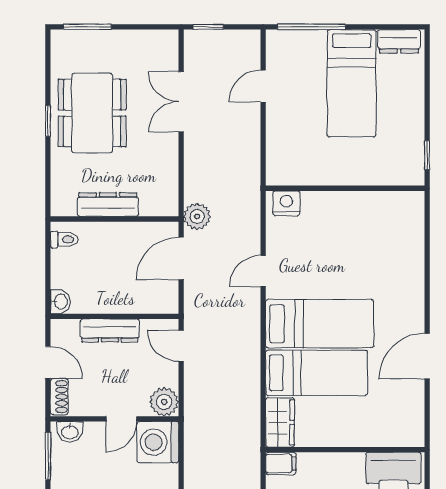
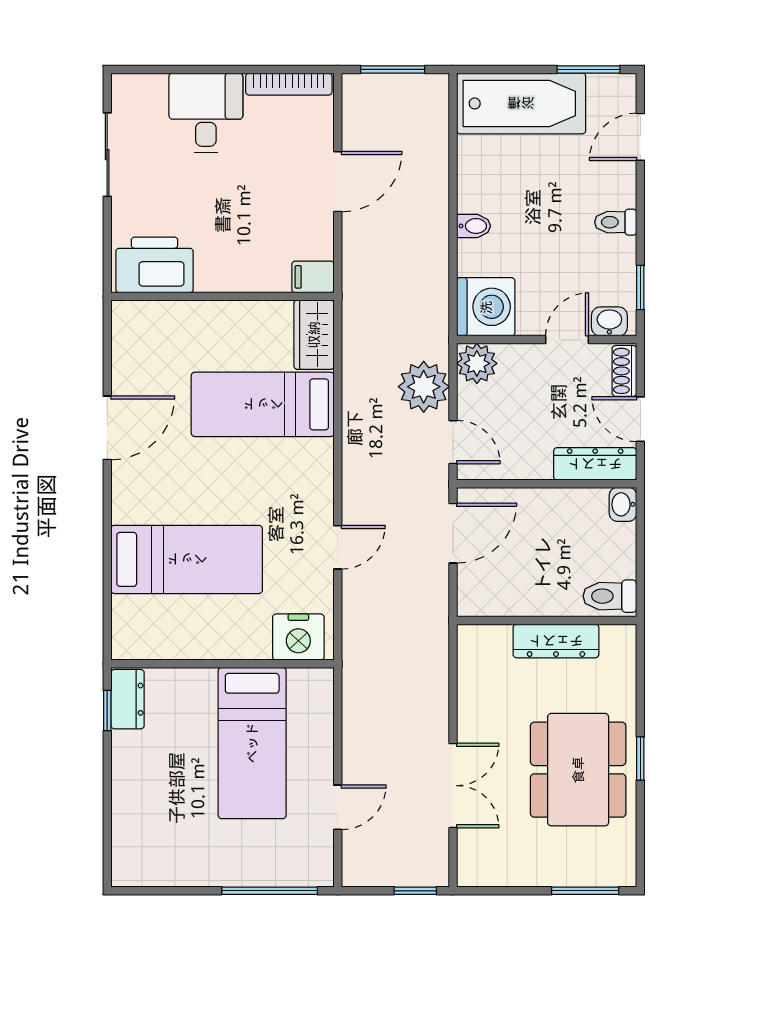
dresser: (399, 41) -> (127, 699), moved, turned 90
bed: (352, 83) -> (252, 743), moved, turned 180
nightstand: (286, 203) -> (298, 637), width x1.36, depth x1.33
plant: (197, 216) -> (424, 387), moved, width x1.36, depth x1.36
toilet: (64, 240) -> (610, 596), width x1.37, depth x1.39
door: (181, 258) -> (453, 533), moved
bed: (320, 324) -> (187, 559), moved, turned 180
dresser: (110, 331) -> (595, 464), moved
door: (121, 419) -> (567, 340), moved
window: (48, 456) -> (640, 287), width x0.67

